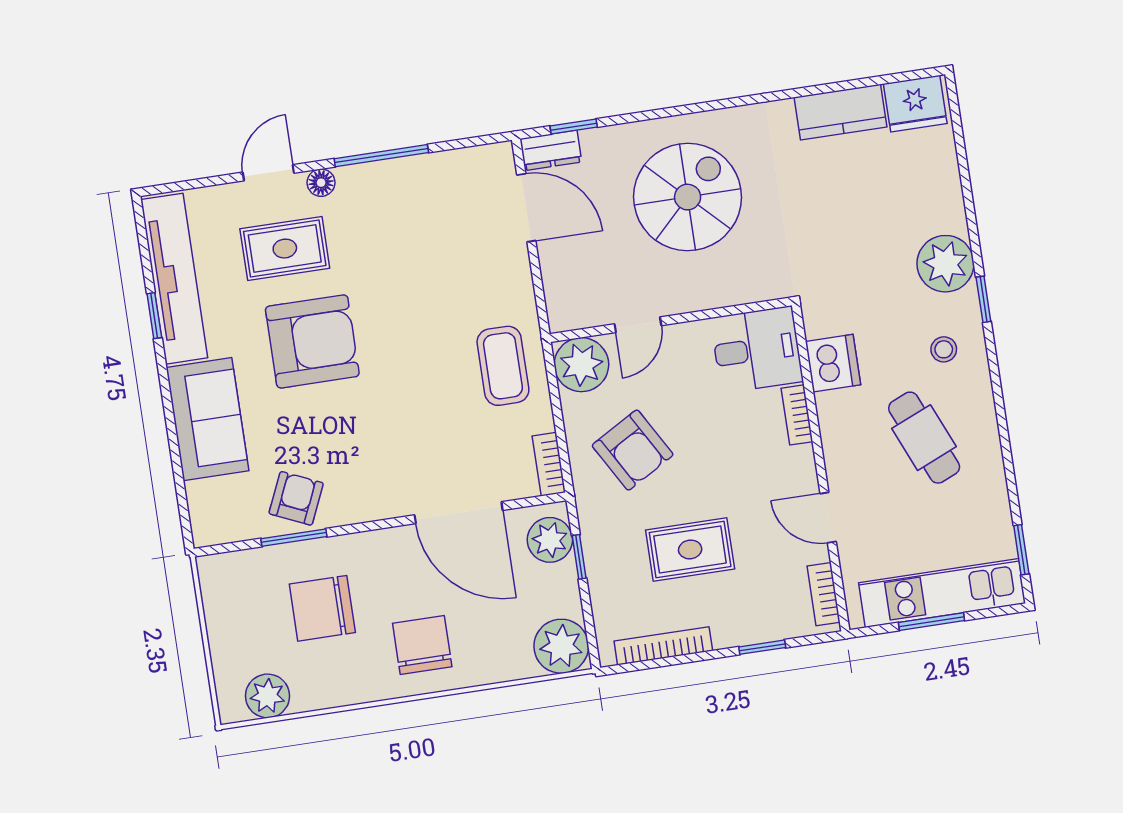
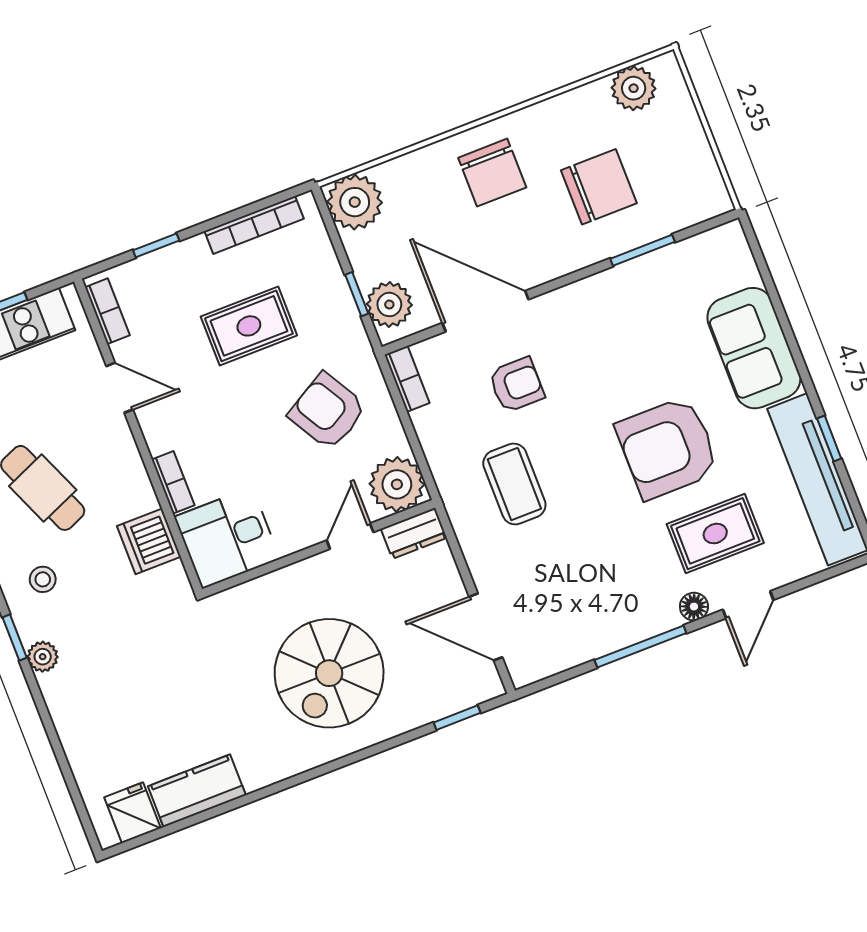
fridge: (915, 104) -> (132, 813), width x0.72
dresser: (551, 150) -> (414, 533), moved, turned 180
plant: (945, 264) -> (43, 657), width x0.53, depth x0.53
coffee table: (503, 366) -> (514, 484), moved
armchair: (296, 498) -> (516, 385), moved, turned -114

